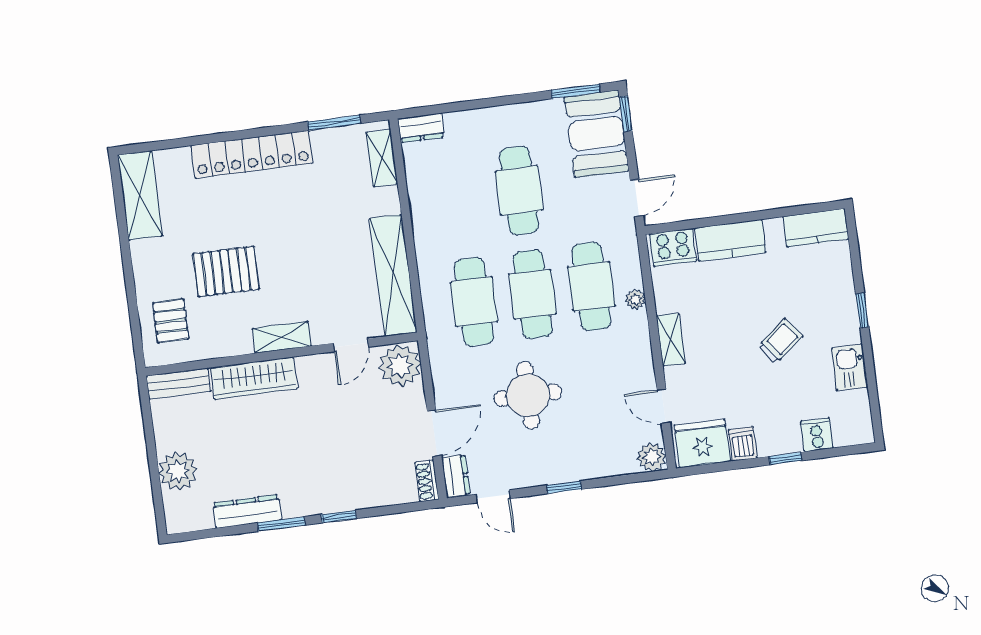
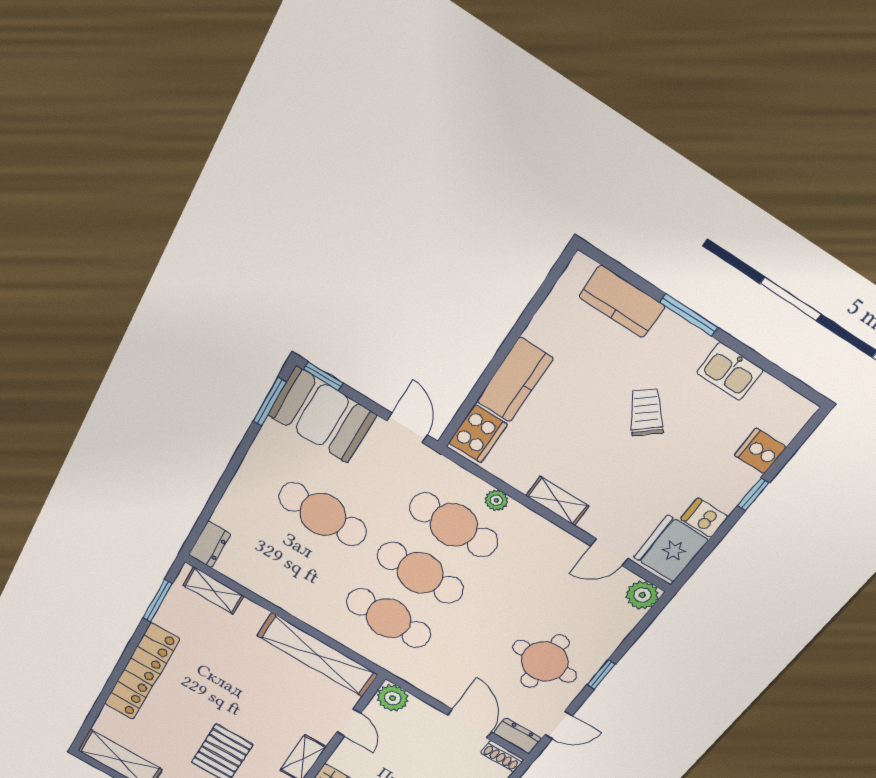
kitchen counter: (816, 228) -> (622, 302), moved, turned 90
window: (862, 310) -> (689, 315), width x1.50
plant: (400, 366) -> (393, 698), width x0.73, depth x0.73
round table: (528, 395) -> (545, 661), moved

